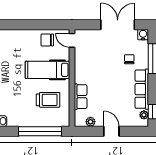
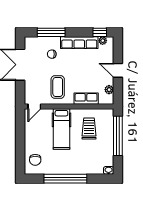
water cooler: (143, 35) -> (29, 41), removed
chair: (47, 40) -> (35, 160), moved
coffee table: (93, 66) -> (58, 87), added
door: (111, 131) -> (118, 70), hinge flipped

